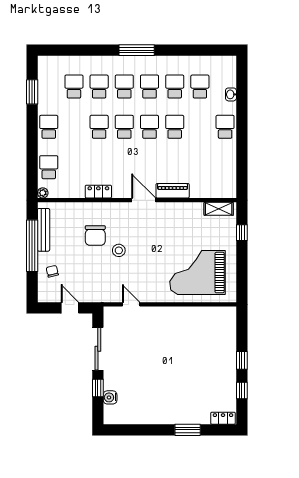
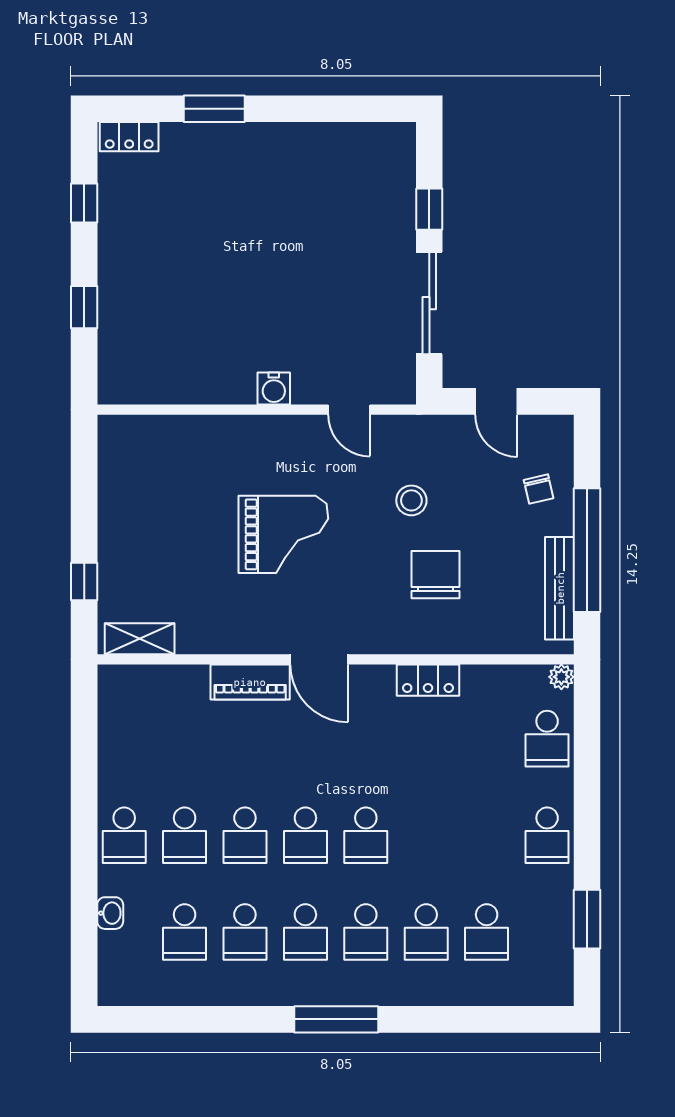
school desk: (99, 127) -> (185, 835), moved
stool: (119, 250) -> (411, 500), moved
grand piano: (197, 273) -> (283, 534), moved, width x0.73, depth x0.68
window: (242, 360) -> (84, 307), moved
water cooler: (110, 397) -> (274, 389), moved, turned 90

